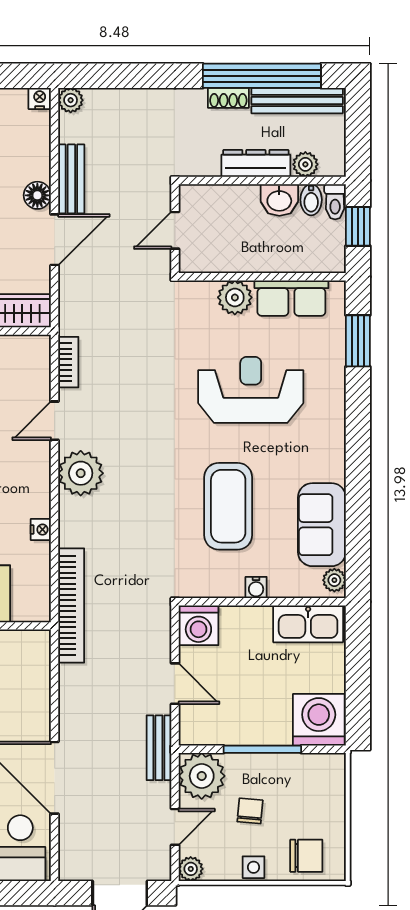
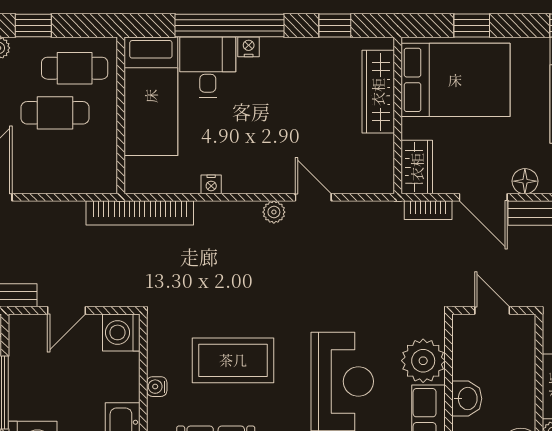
washbasin: (279, 200) -> (467, 399), moved, turned 180
plant: (235, 297) -> (423, 361), width x1.36, depth x1.36
bookcase: (68, 362) -> (428, 210), moved
plant: (81, 473) -> (274, 212), width x0.53, depth x0.53

